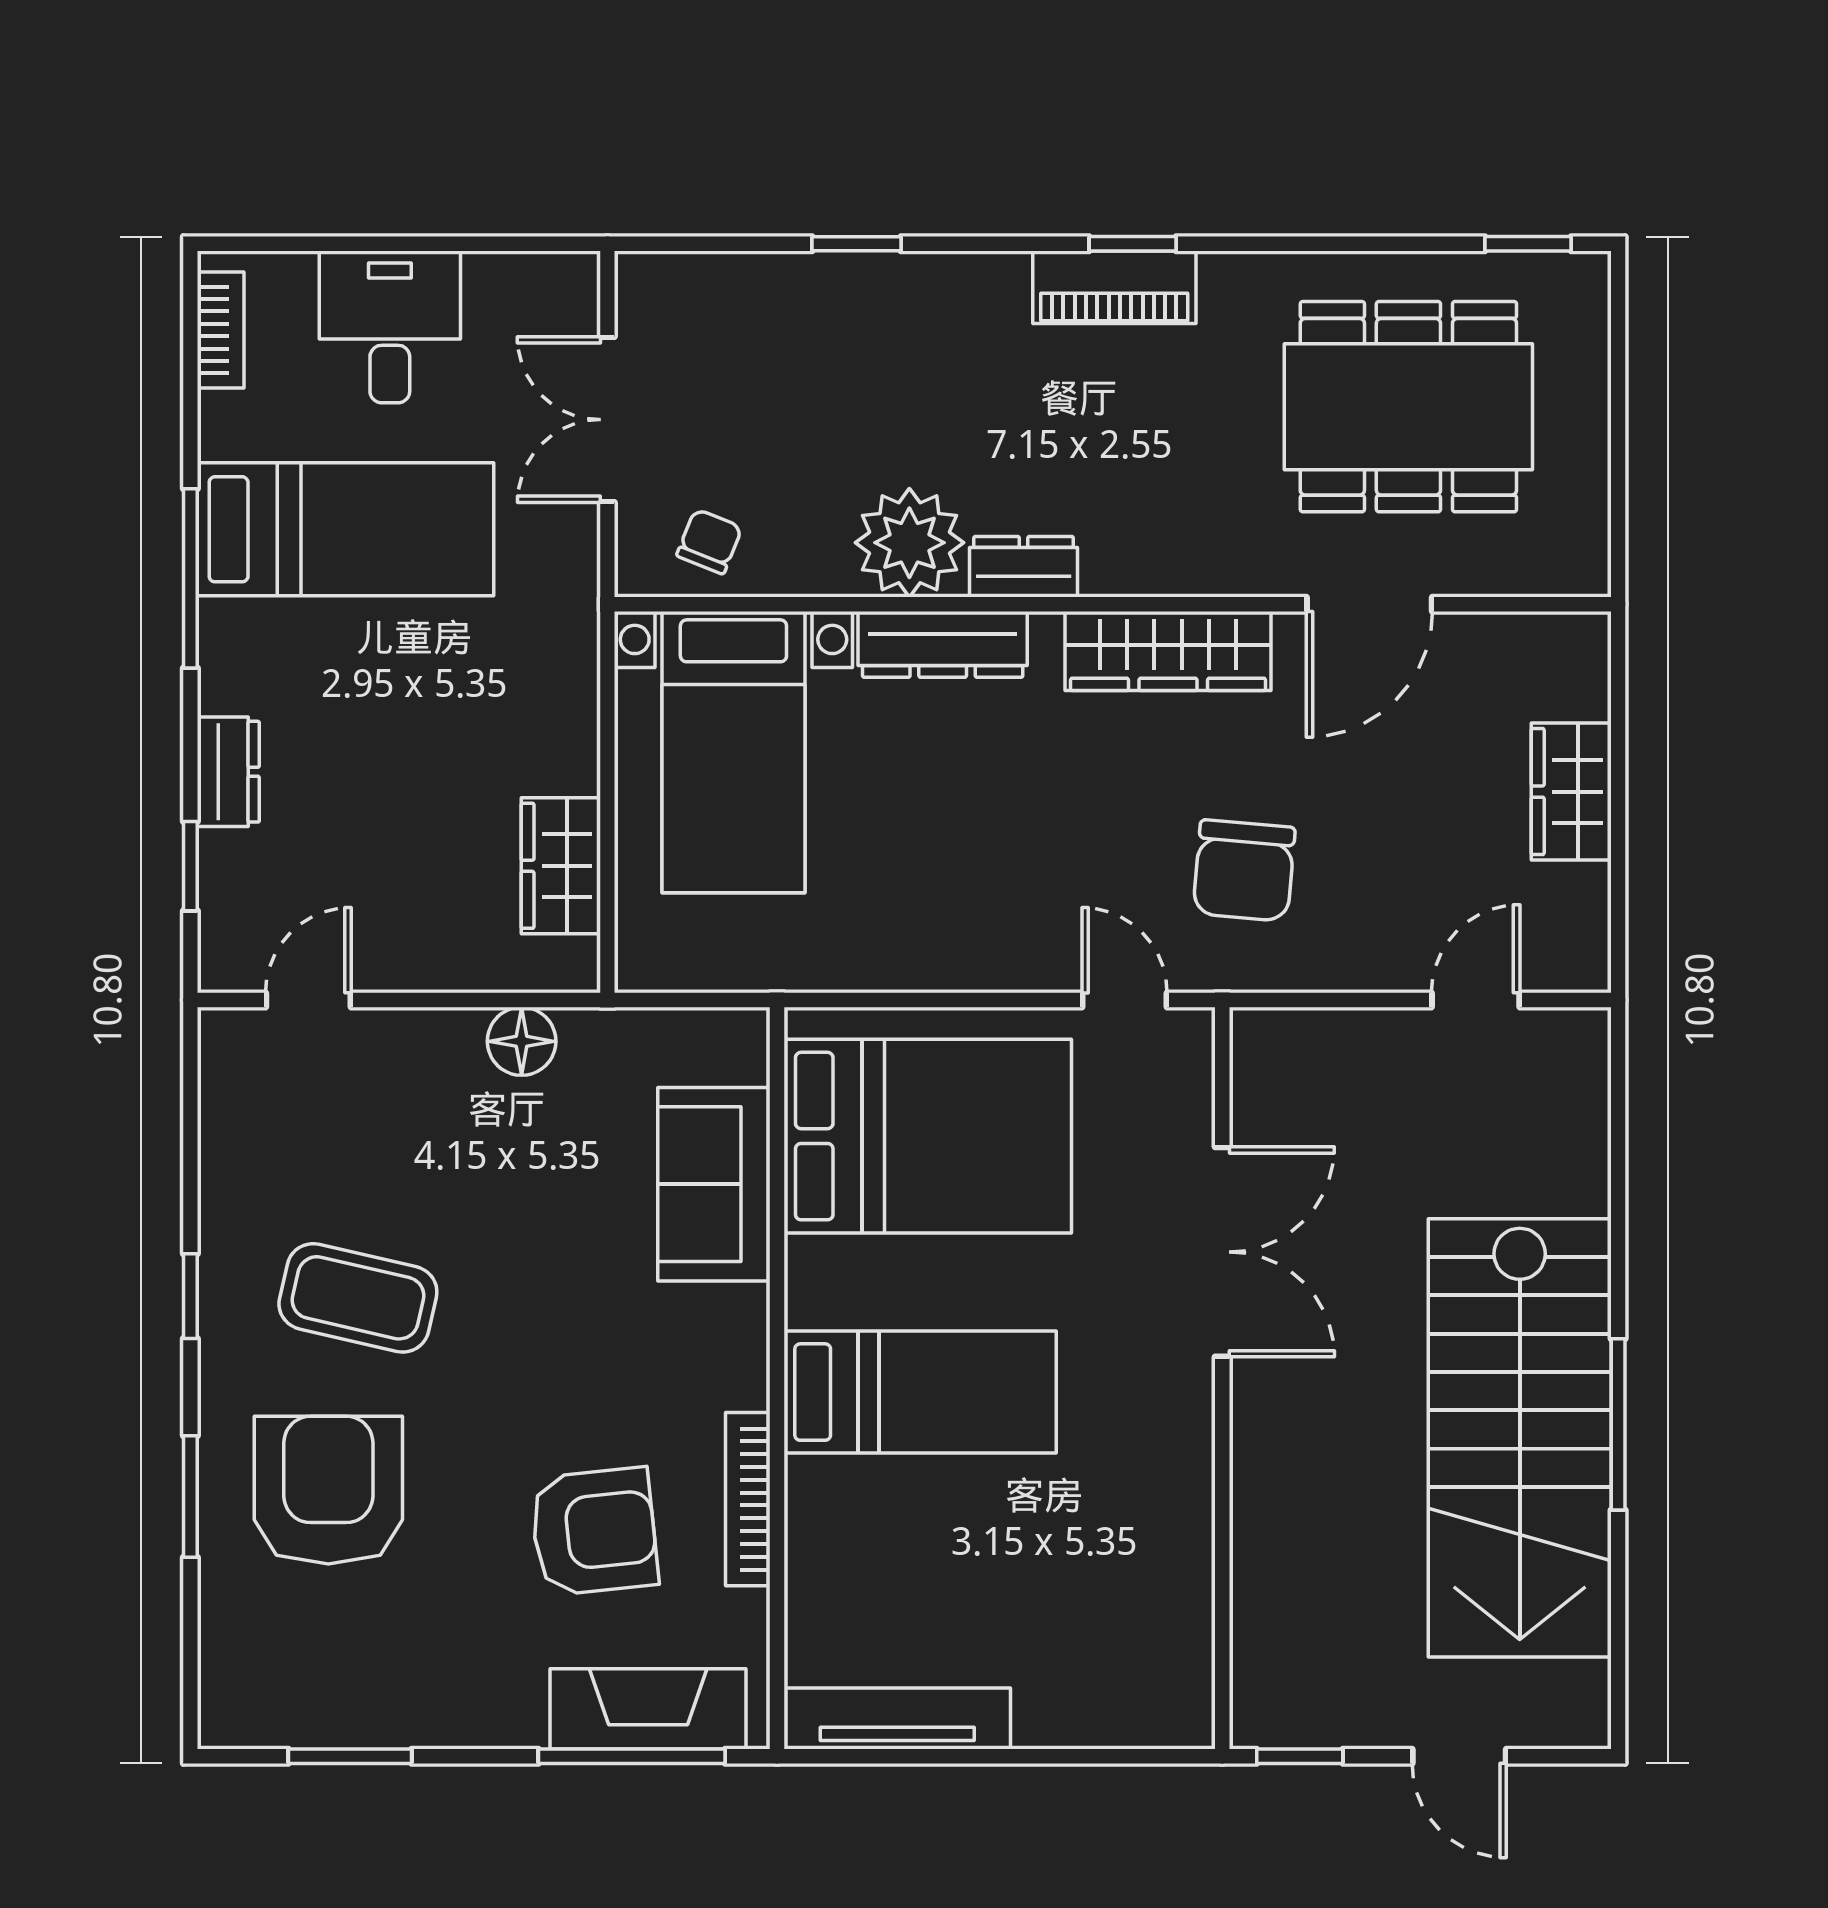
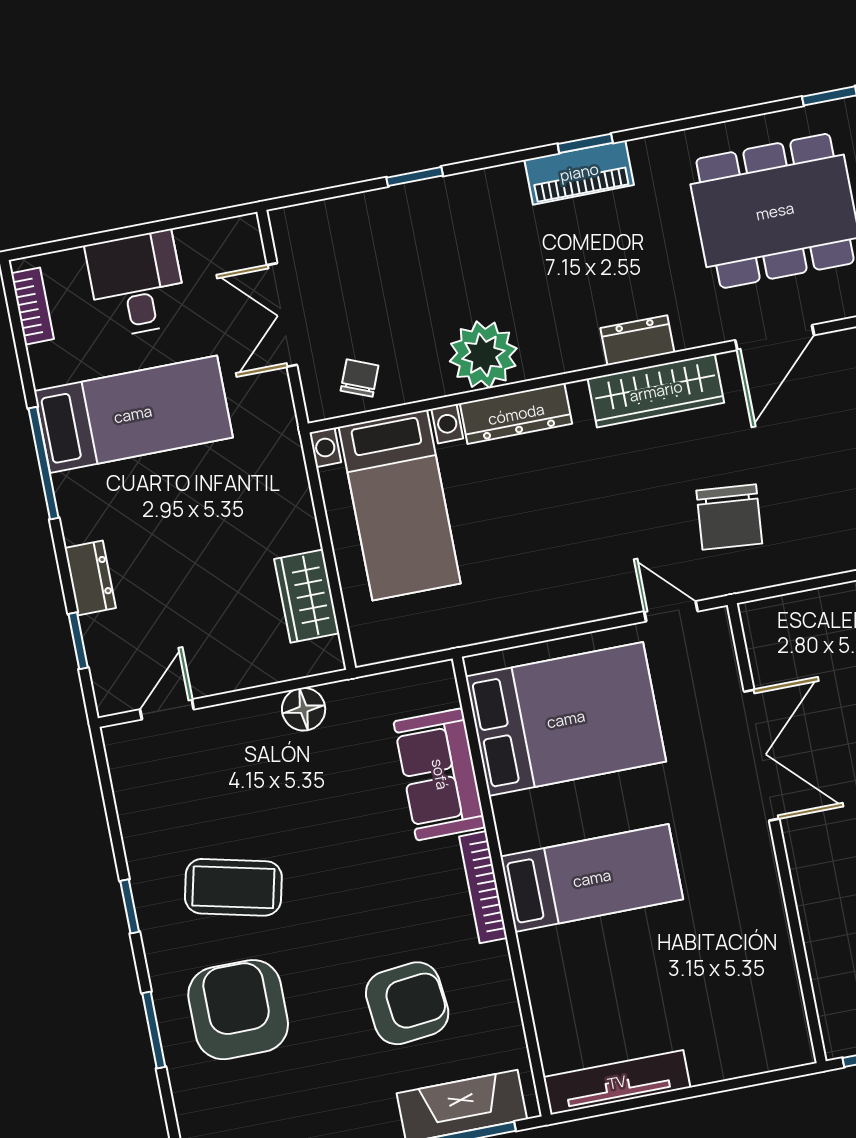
dresser: (1024, 567) -> (637, 340), moved
bookcase: (748, 1499) -> (483, 887), moved

